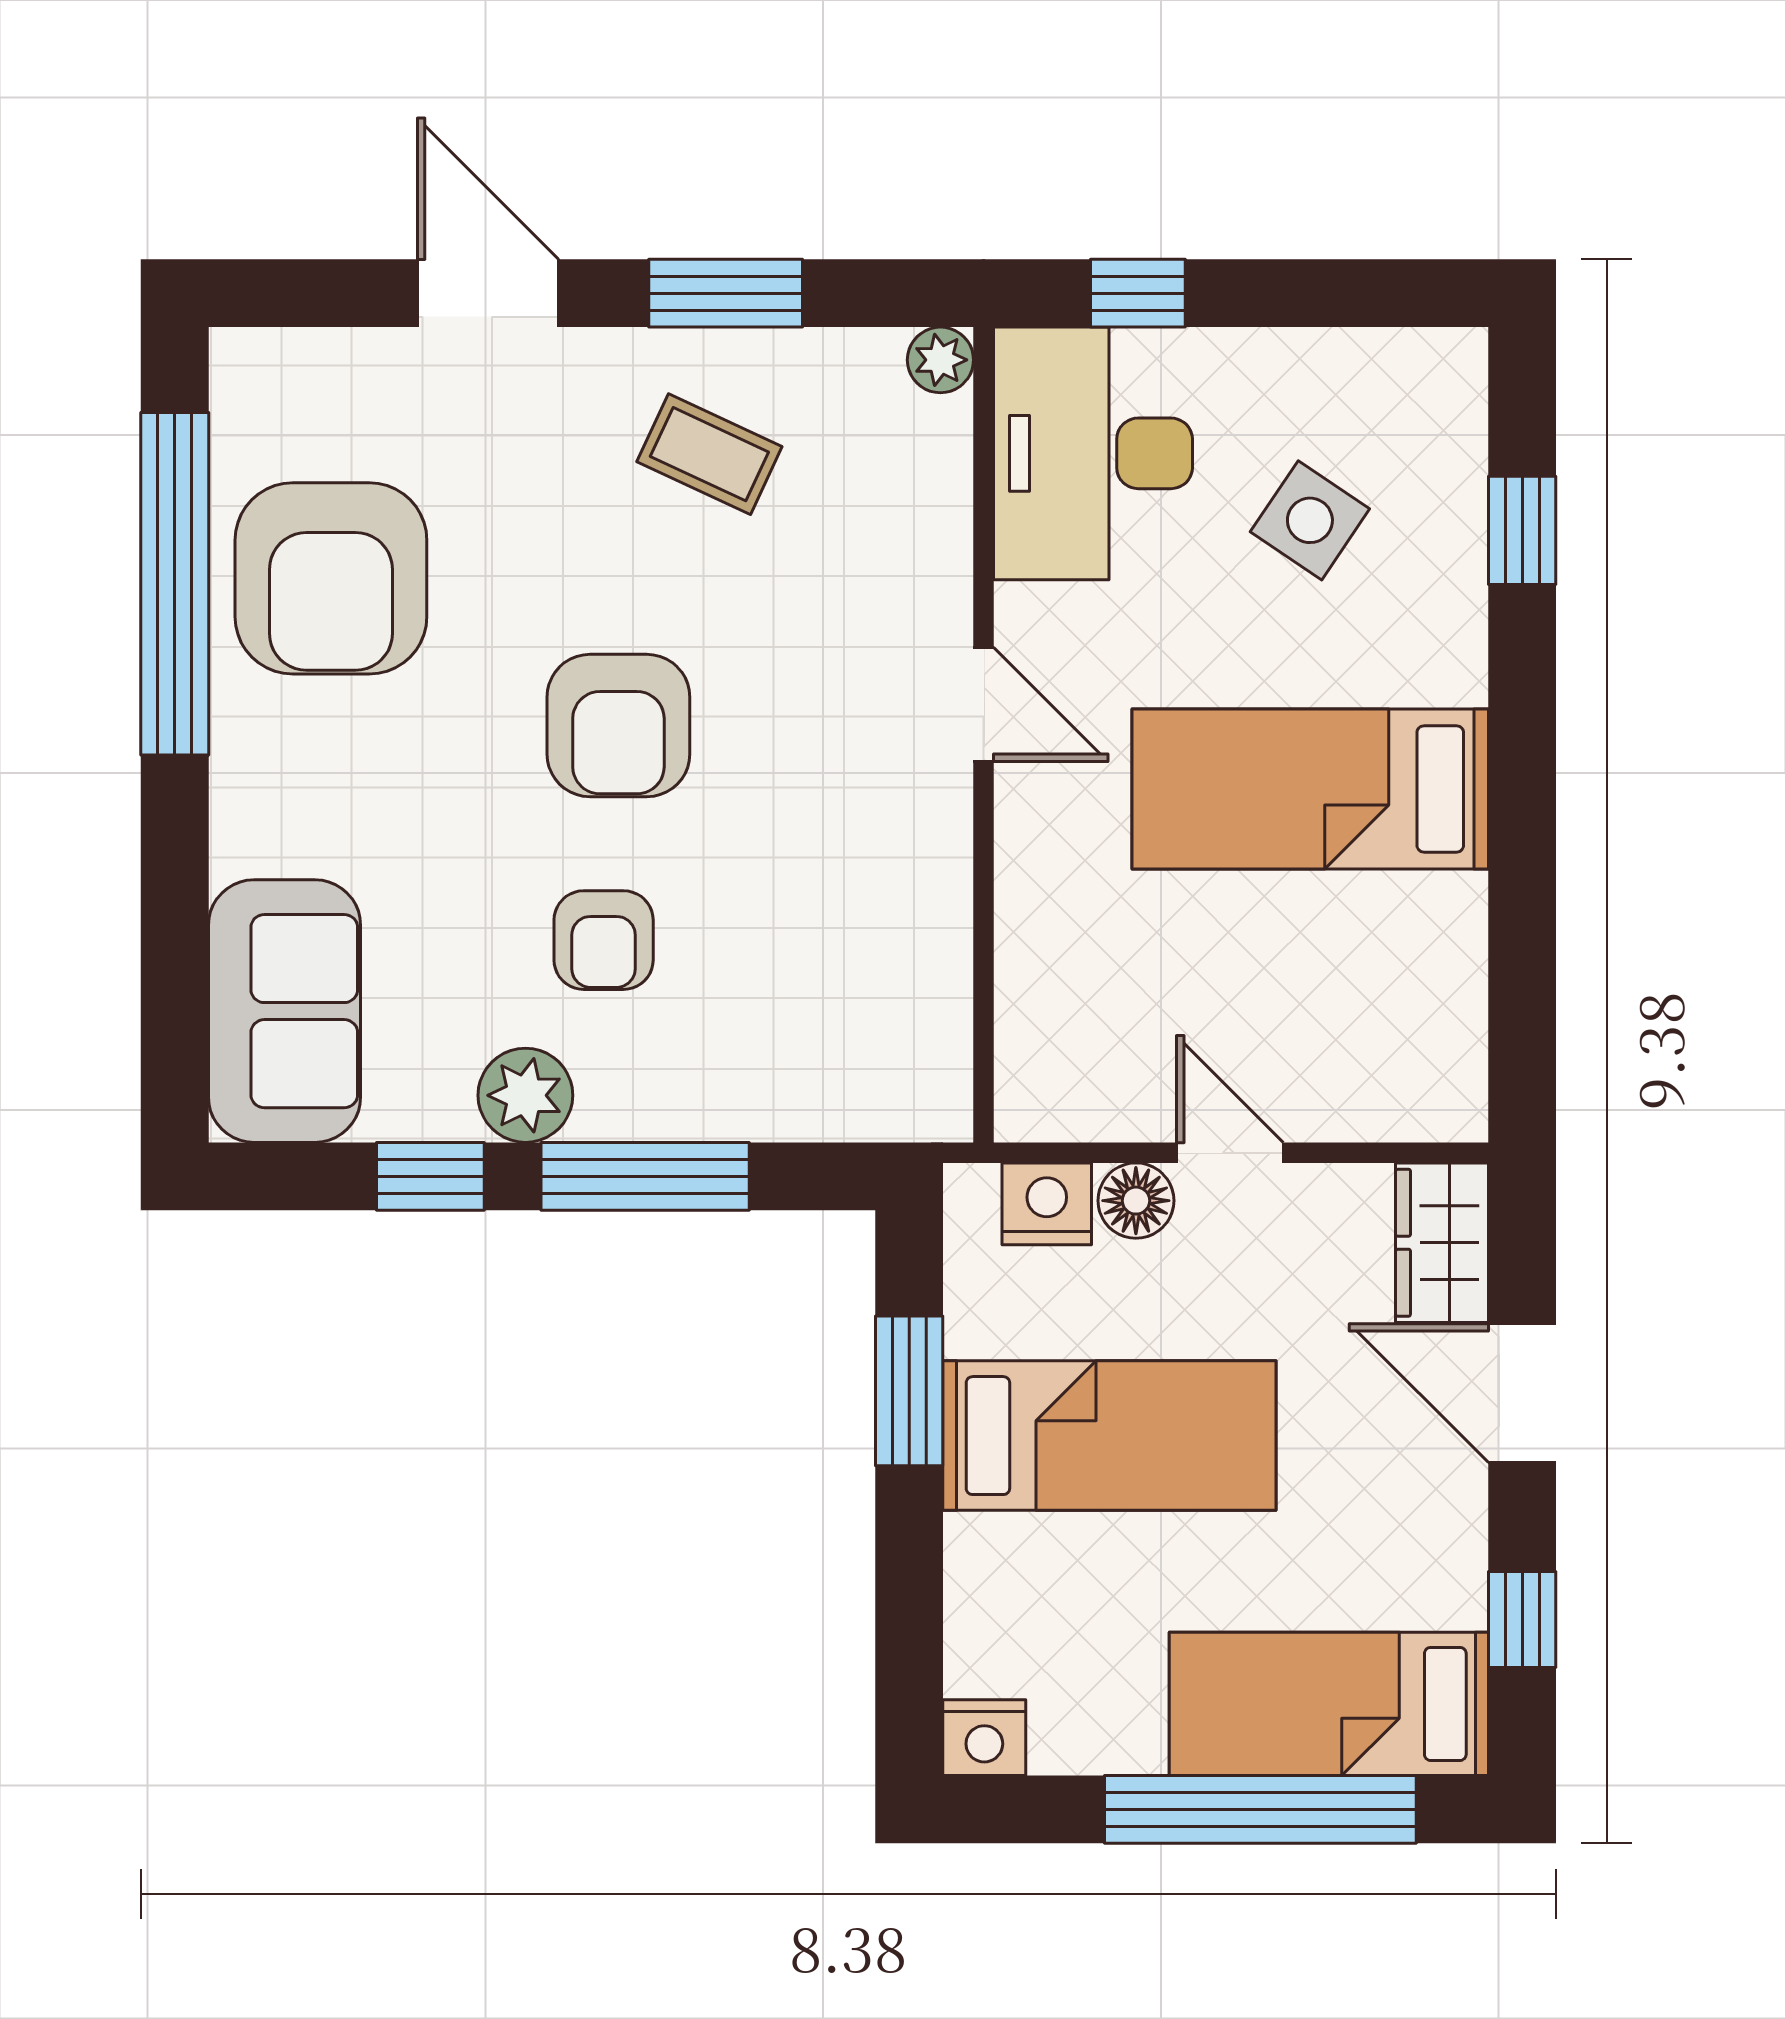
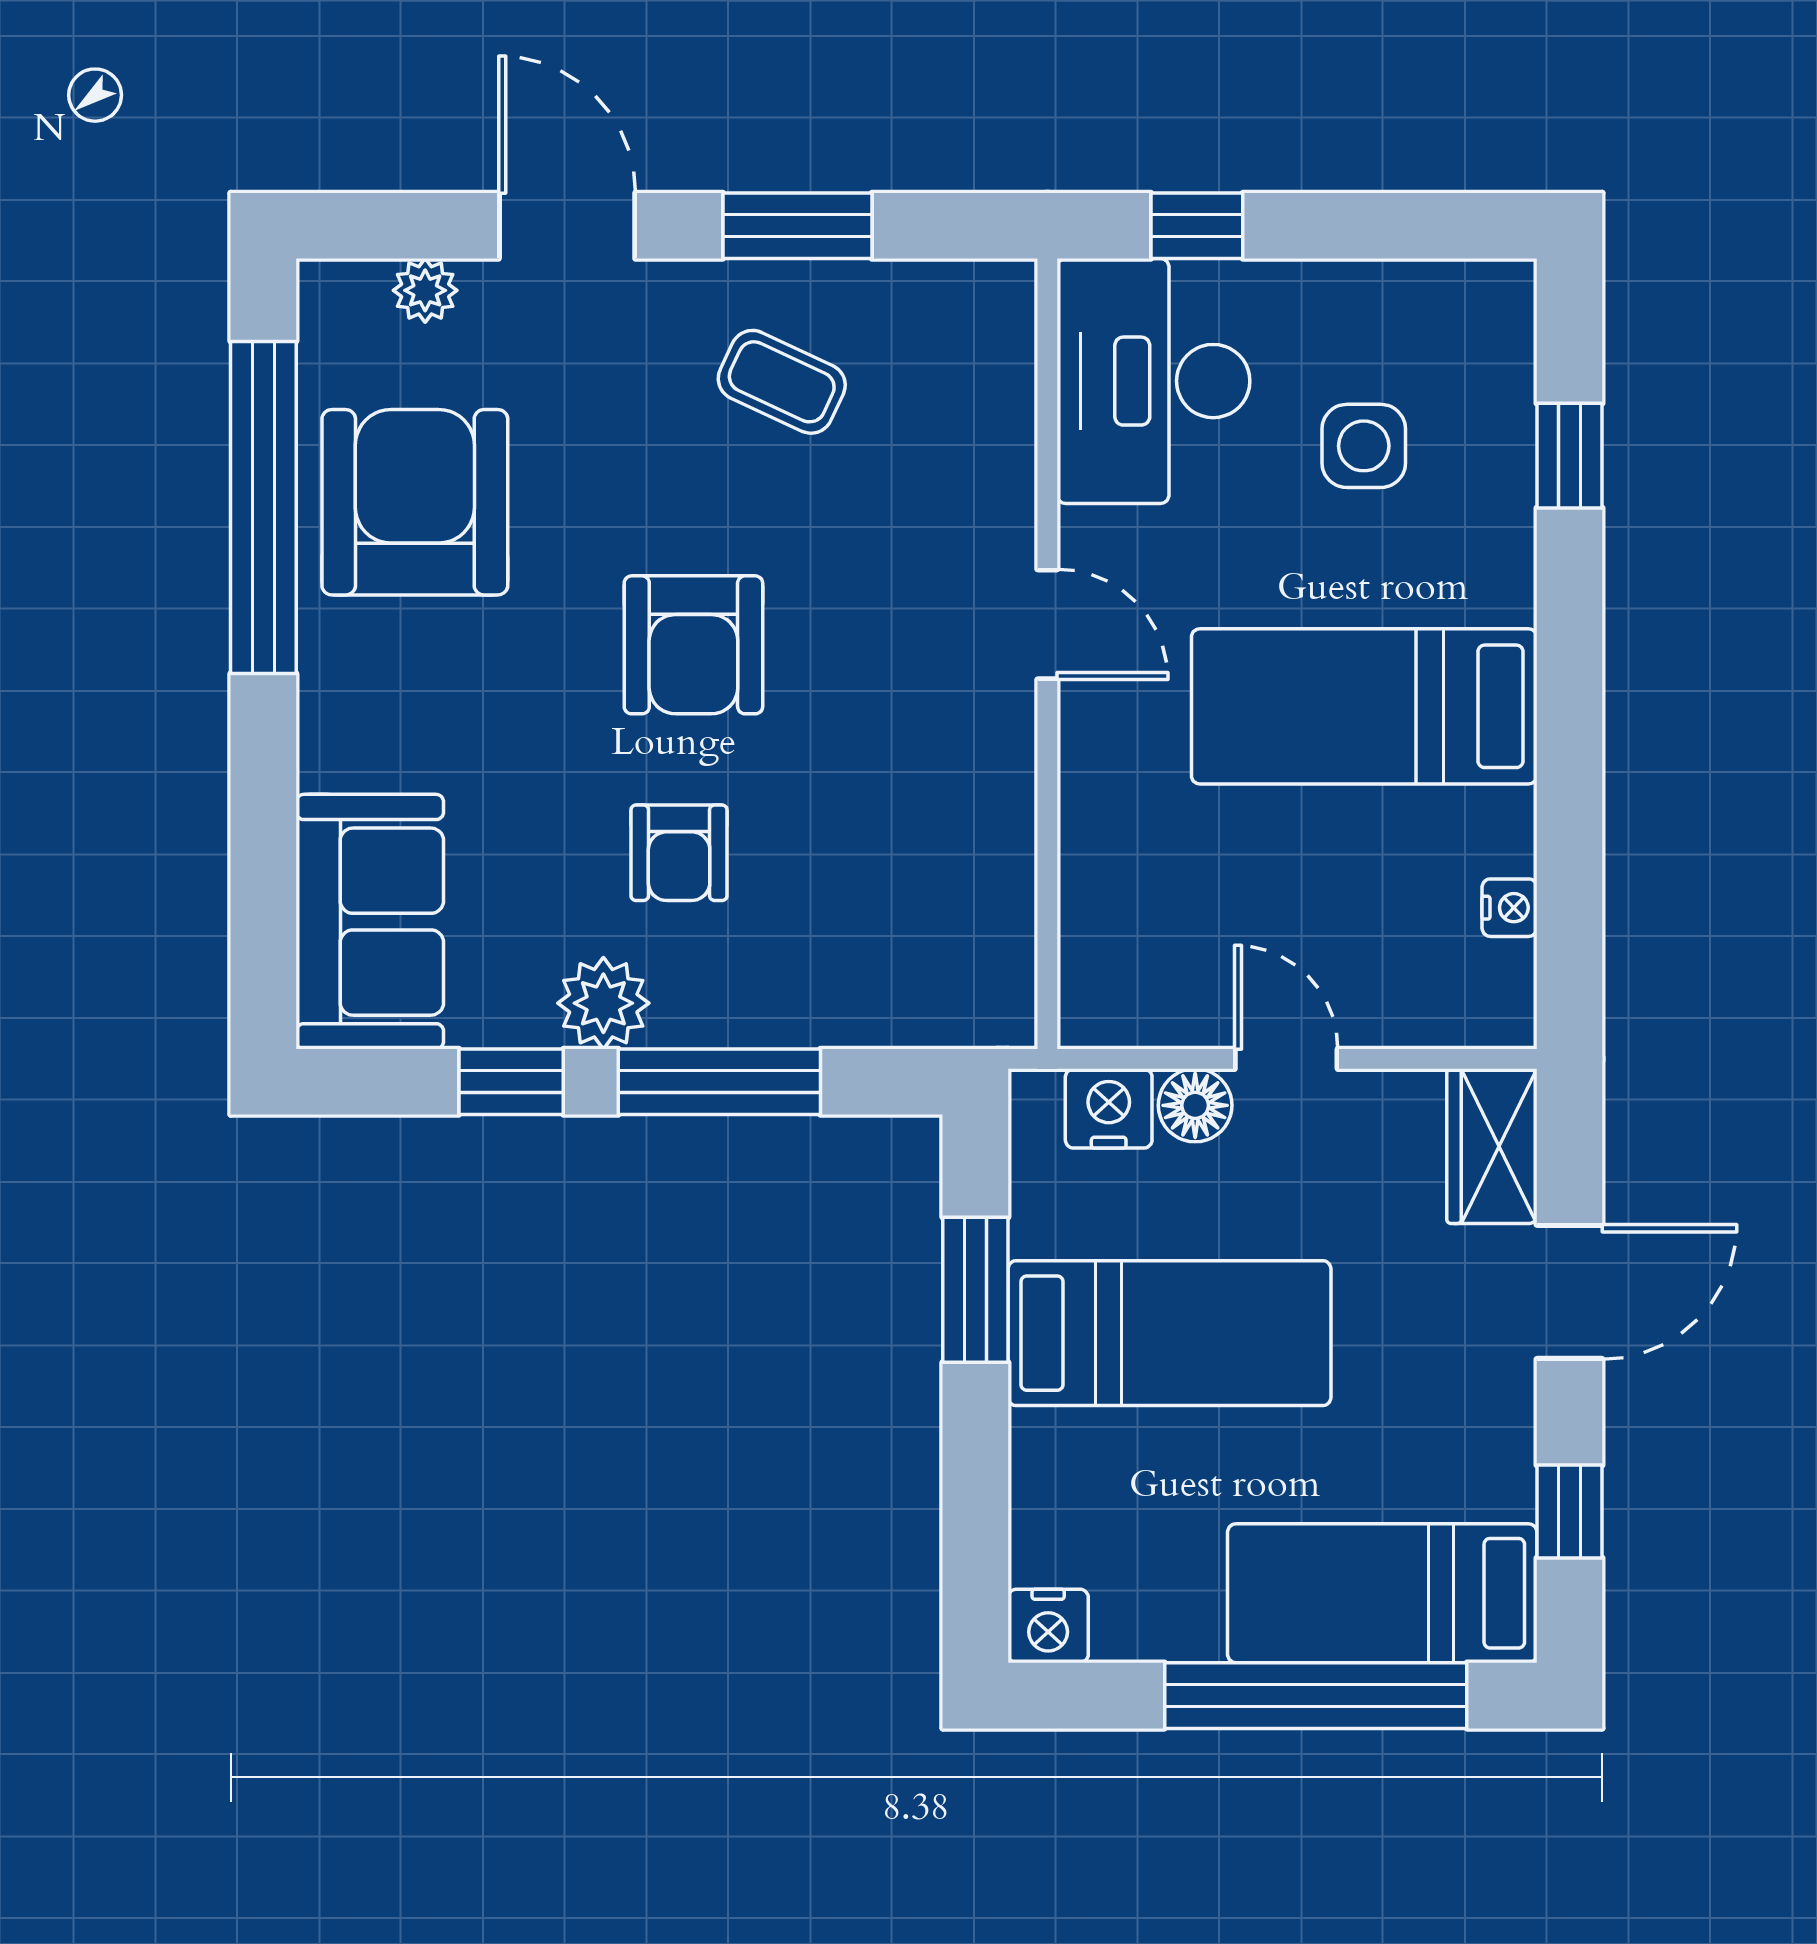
plant: (940, 360) -> (425, 290), moved
side table: (1310, 520) -> (1364, 446), turned -34
armchair: (331, 578) -> (415, 502), turned 180
nightstand: (1460, 997) -> (1509, 908), added
door: (1522, 1393) -> (1569, 1292), swing flipped

